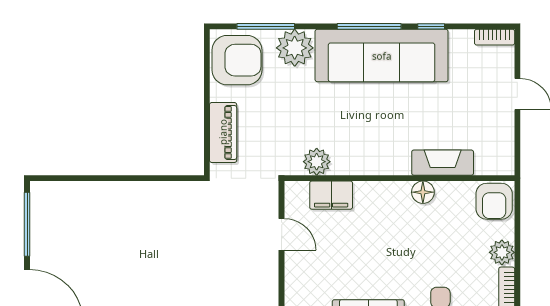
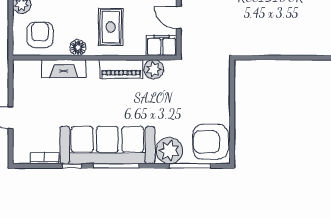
bookcase: (495, 37) -> (45, 158), moved
piano: (223, 132) -> (121, 69), moved, turned -90
filing cabinet: (331, 195) -> (162, 45), moved
armchair: (494, 201) -> (40, 35), moved
rug: (377, 221) -> (111, 27), added

